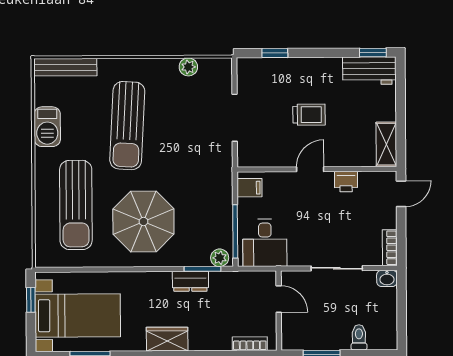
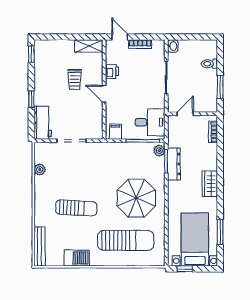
window: (275, 53) -> (31, 99), moved
workbench: (369, 71) -> (43, 123), moved
trolley: (309, 115) -> (75, 79), moved, turned 180
sun lounger: (127, 126) -> (76, 208), width x0.73, depth x0.75
bookcase: (390, 248) -> (140, 44), moved
dresser: (190, 281) -> (174, 164), width x1.44

